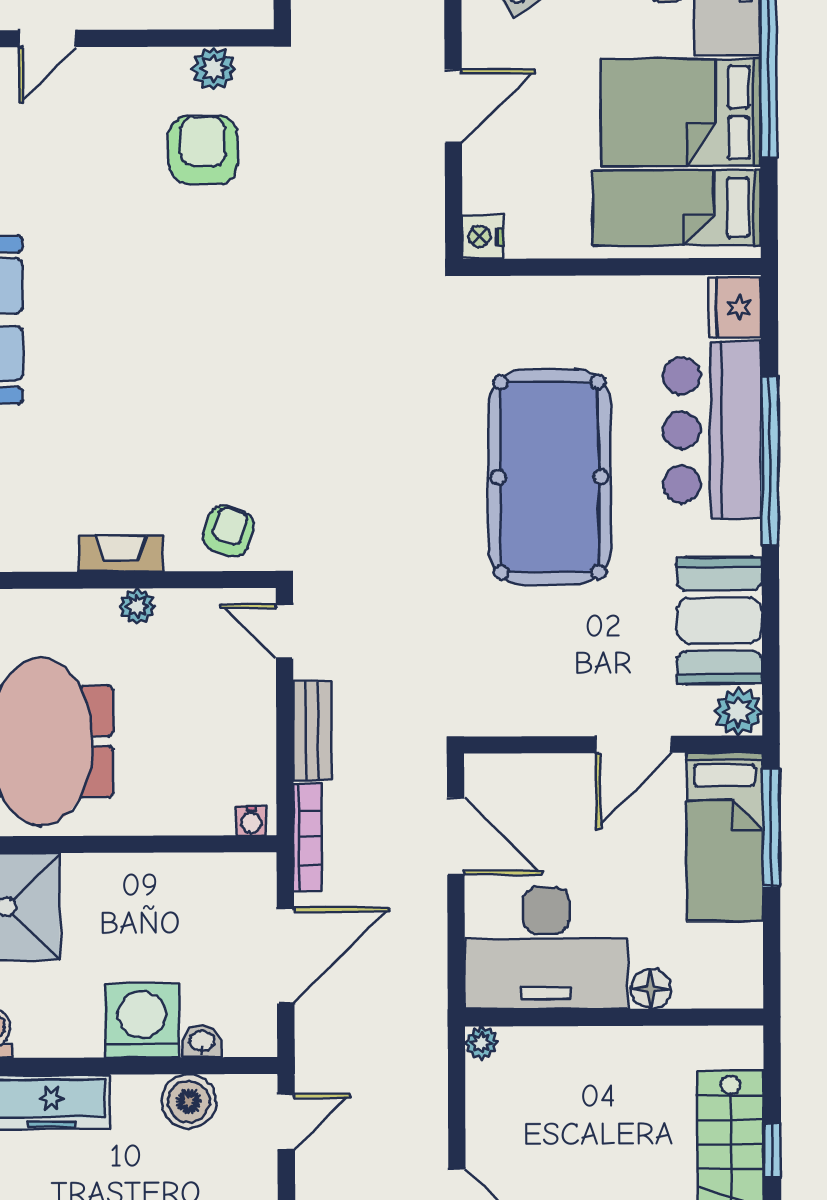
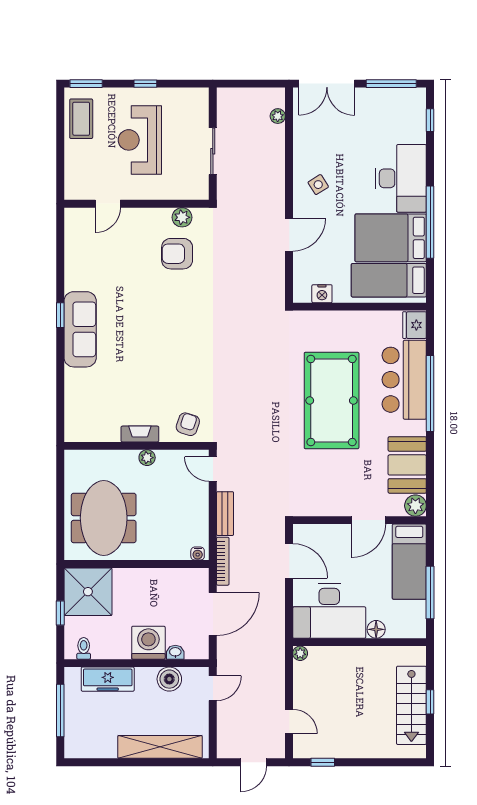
armchair: (203, 150) -> (177, 254), turned -90
nightstand: (483, 237) -> (322, 294), moved, turned -90
window: (771, 828) -> (430, 592), moved

